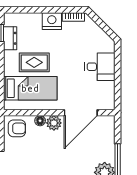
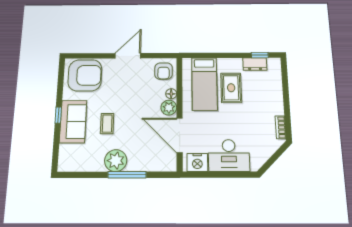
nightstand: (52, 21) -> (197, 162), moved, turned 90
desk: (100, 67) -> (229, 155), width x1.37

